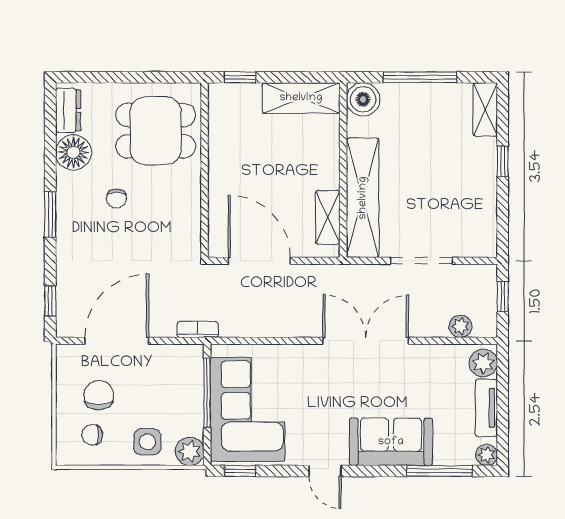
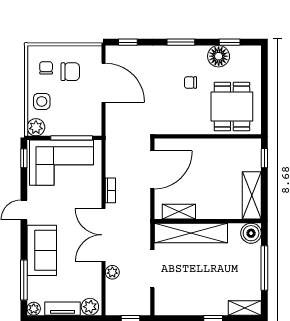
dresser: (68, 110) -> (244, 53), removed
window: (50, 134) -> (230, 42), added
plant: (460, 326) -> (112, 272), moved
bookcase: (198, 329) -> (110, 190), moved
double door: (366, 341) -> (103, 235), swing flipped

